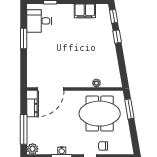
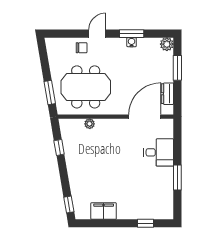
desk: (39, 21) -> (159, 152), moved
window: (117, 37) -> (59, 147), moved
window: (24, 129) -> (177, 68), width x0.69

